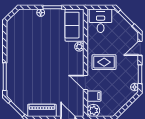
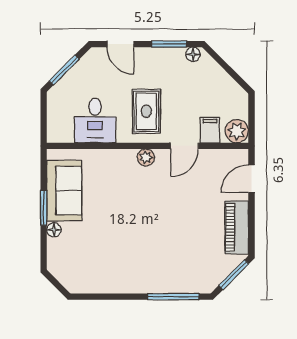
desk: (101, 21) -> (95, 121), moved, turned -90
sofa: (74, 25) -> (64, 191), moved, turned -90
plant: (79, 47) -> (146, 157), moved

